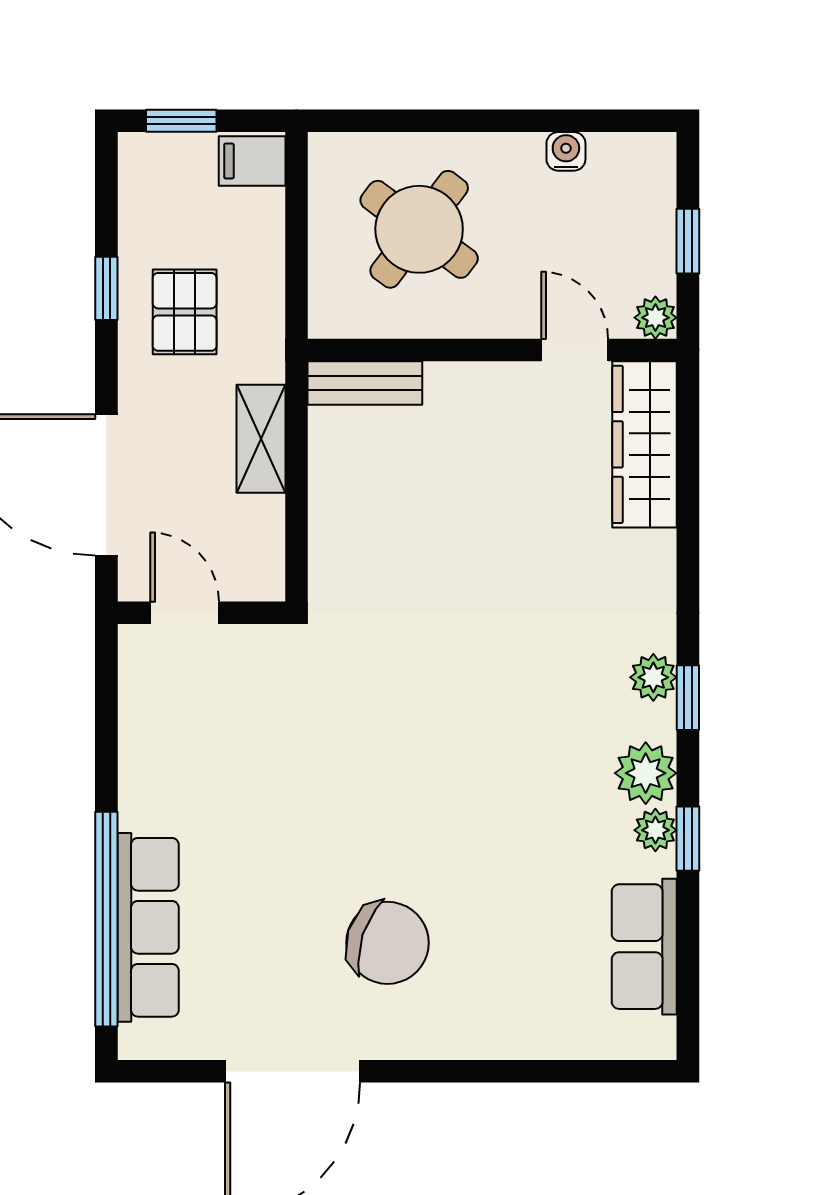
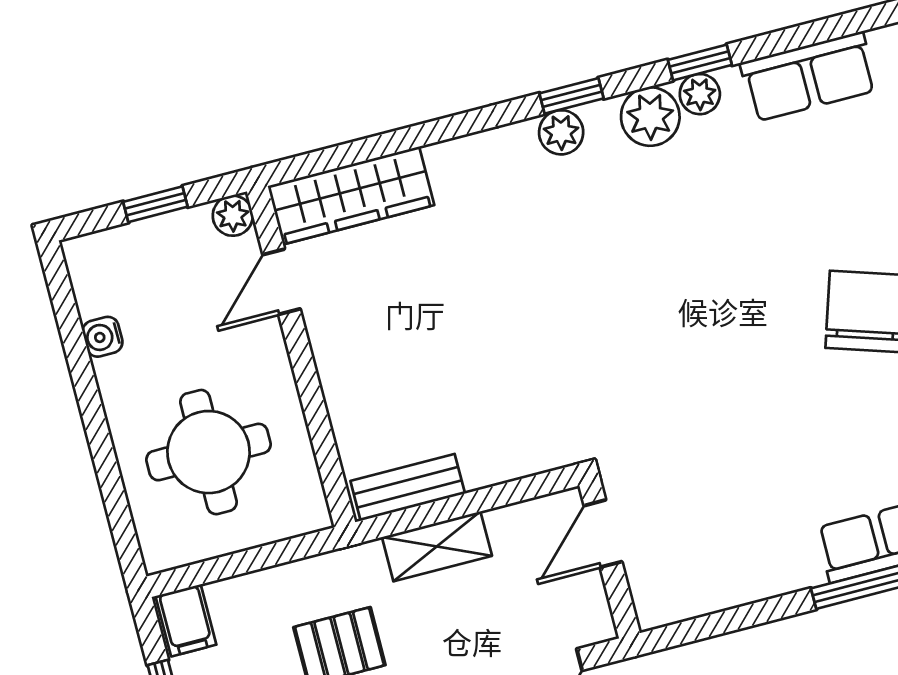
round table: (419, 229) -> (209, 452), turned -37
bench: (365, 383) -> (408, 487), moved, turned 90
door: (185, 613) -> (603, 534), moved

